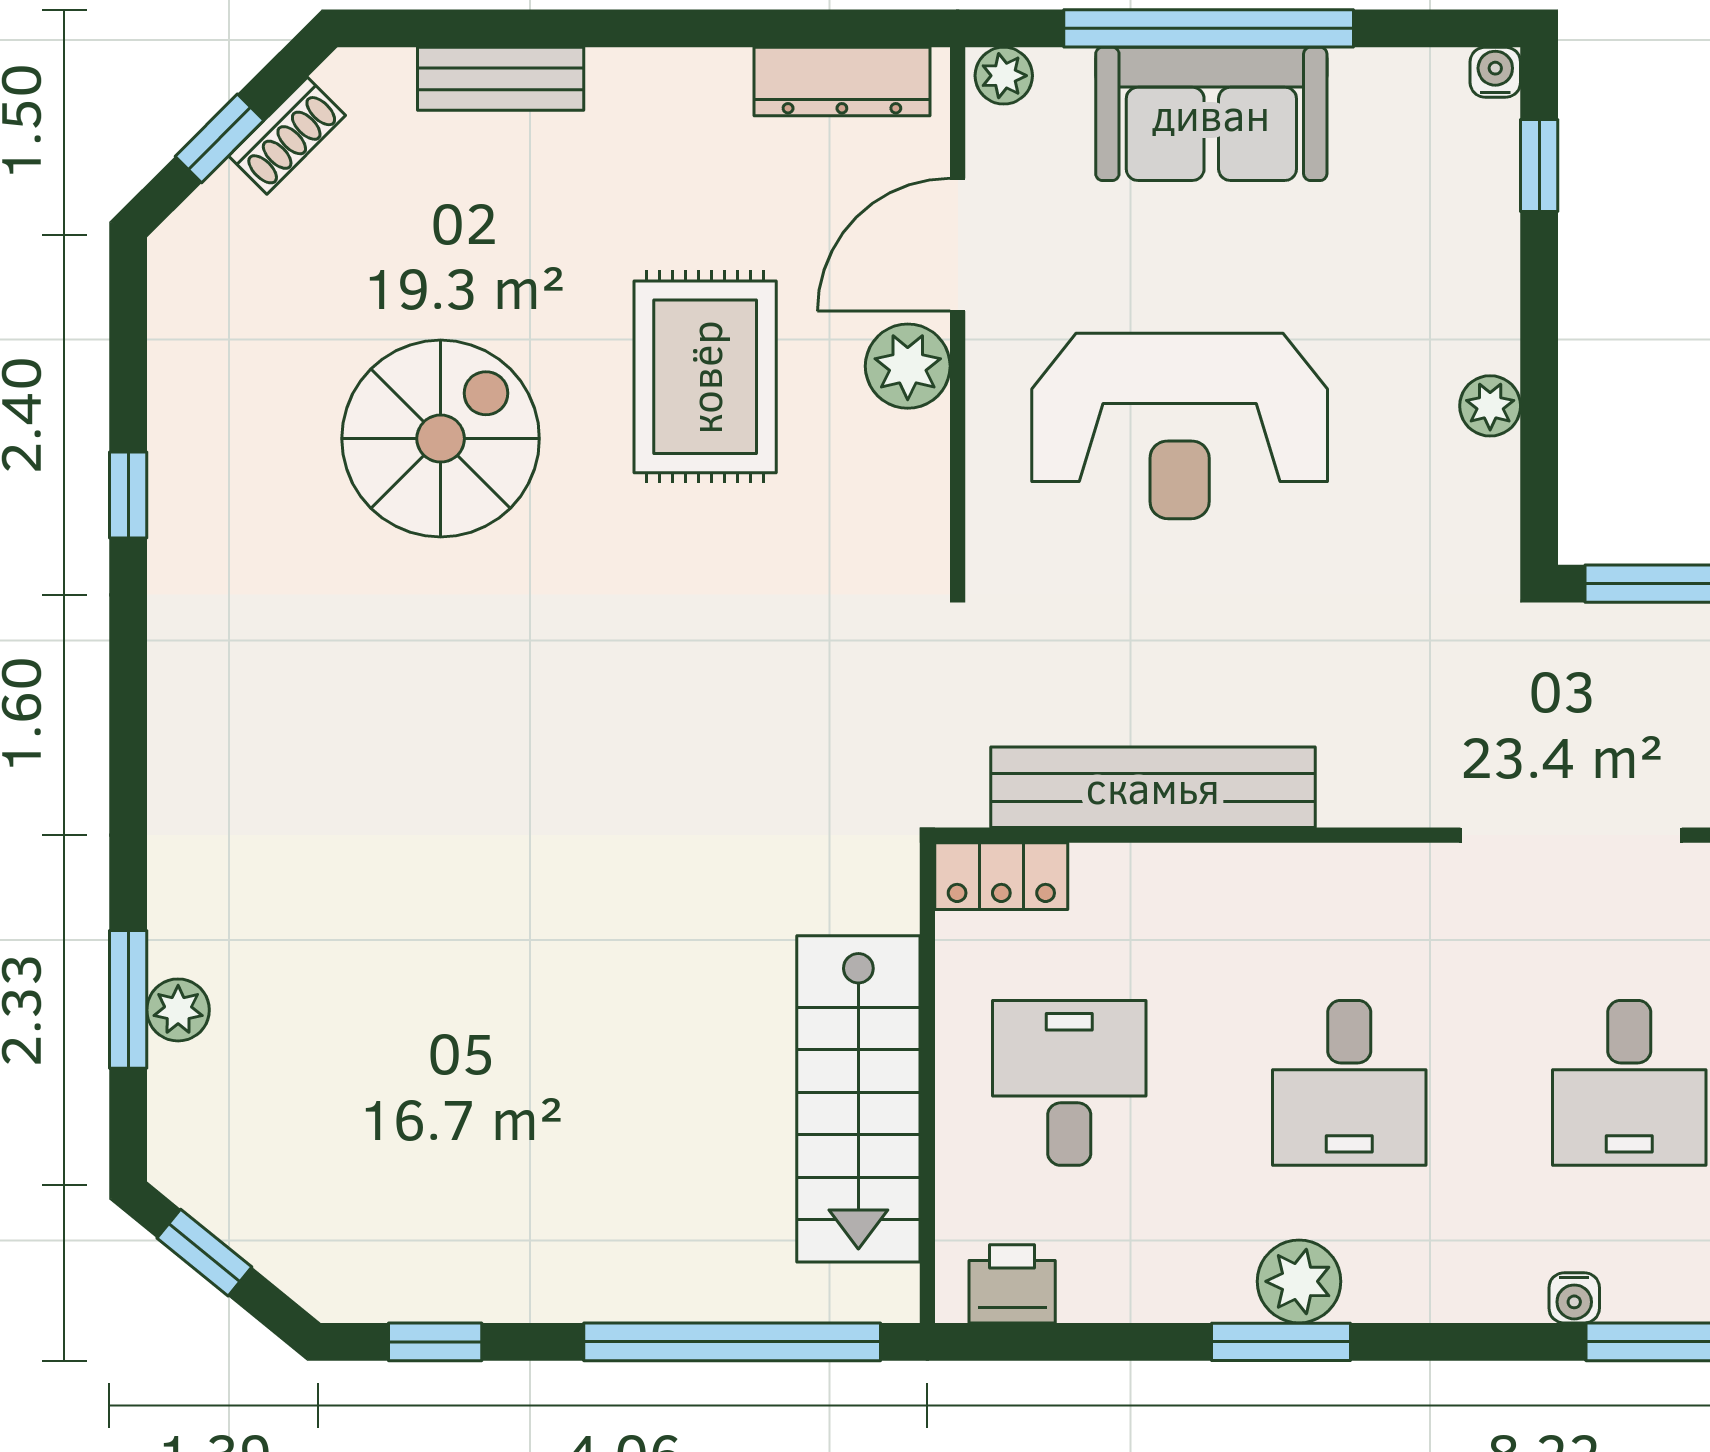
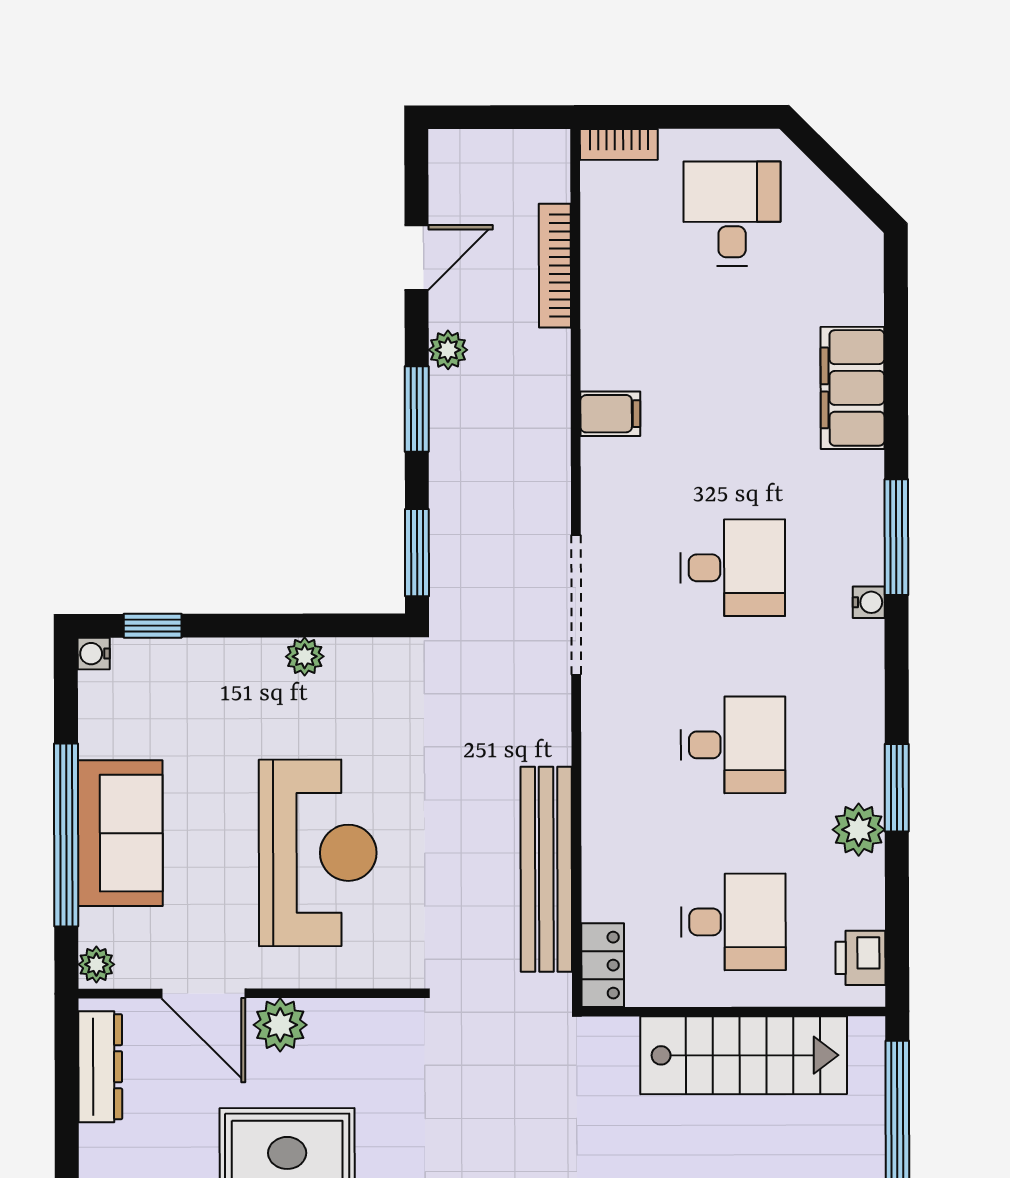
desk: (1069, 1083) -> (733, 922), turned 180
plant: (1299, 1281) -> (859, 830), moved

